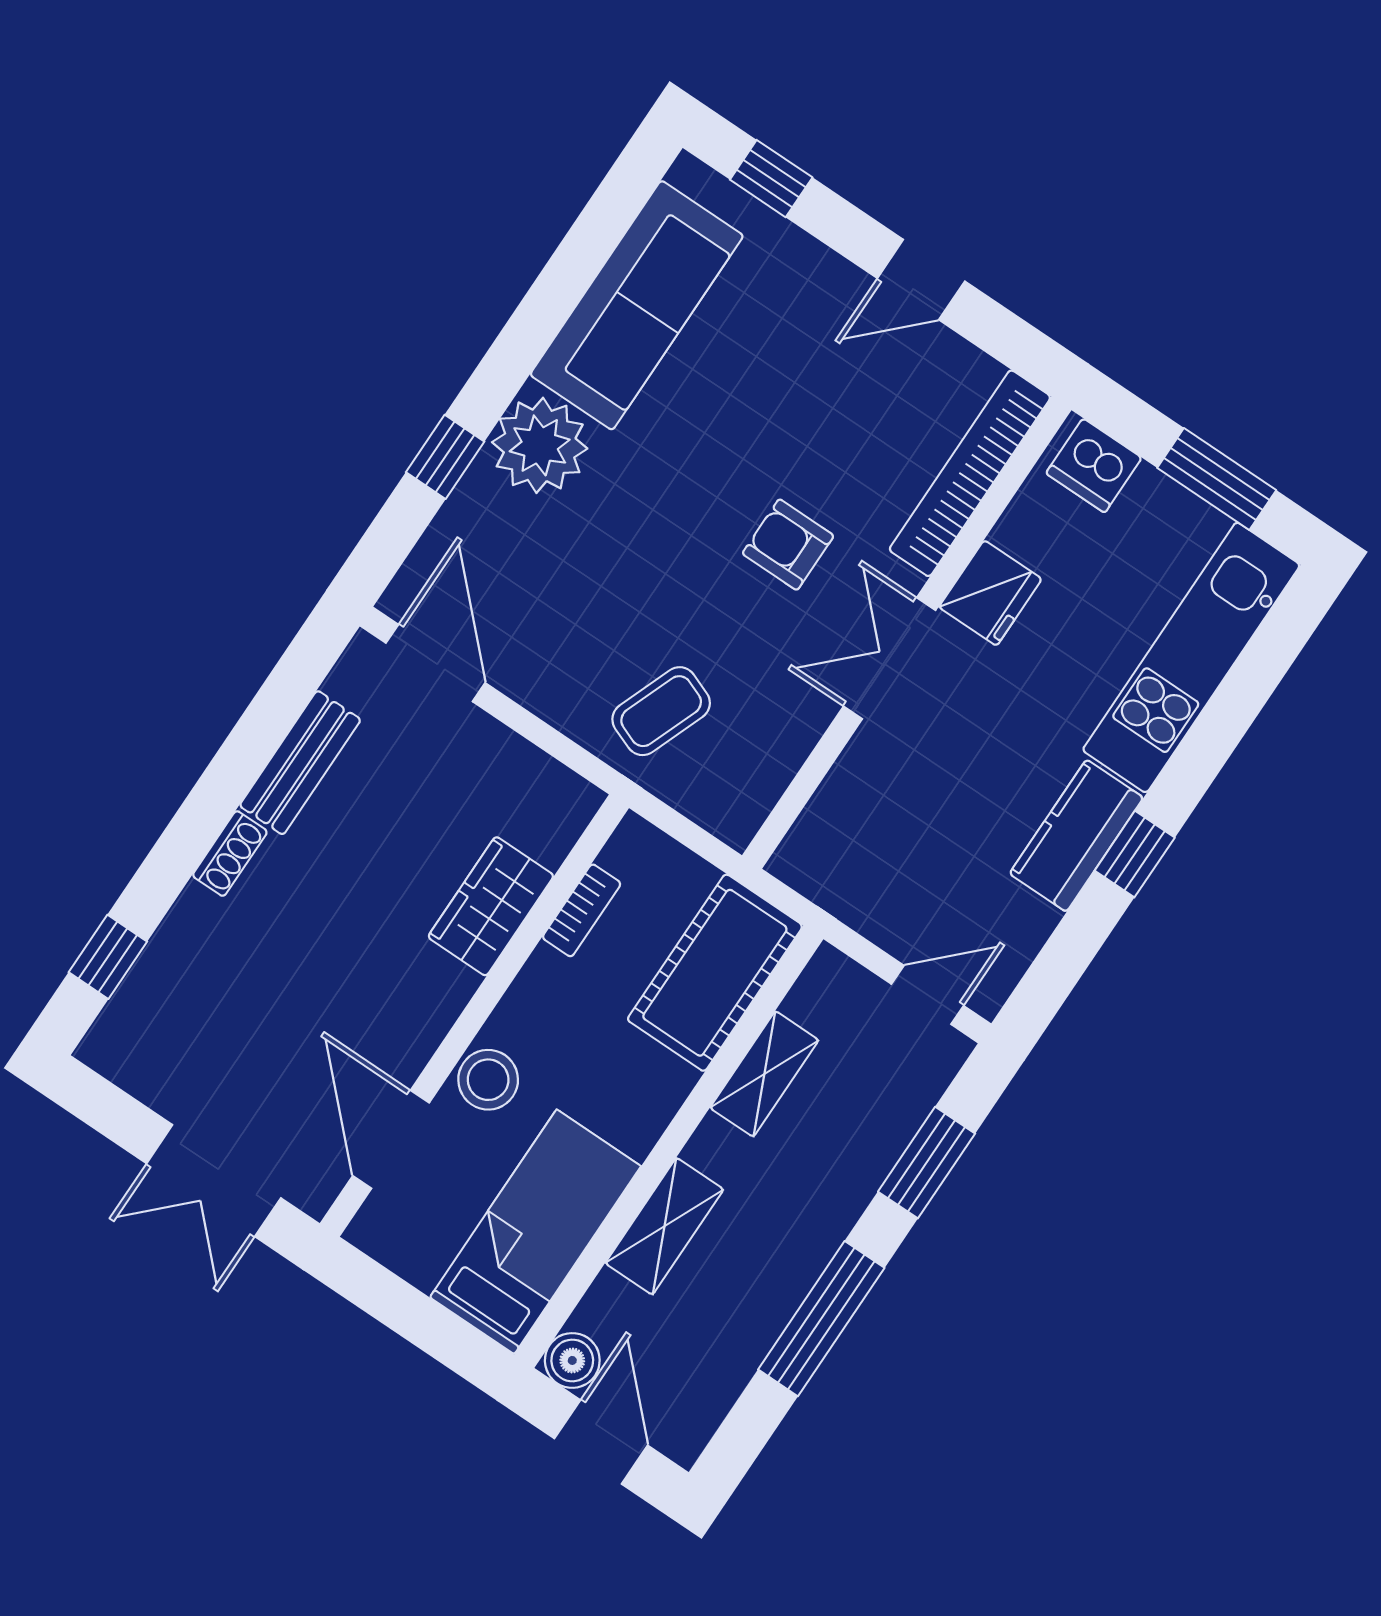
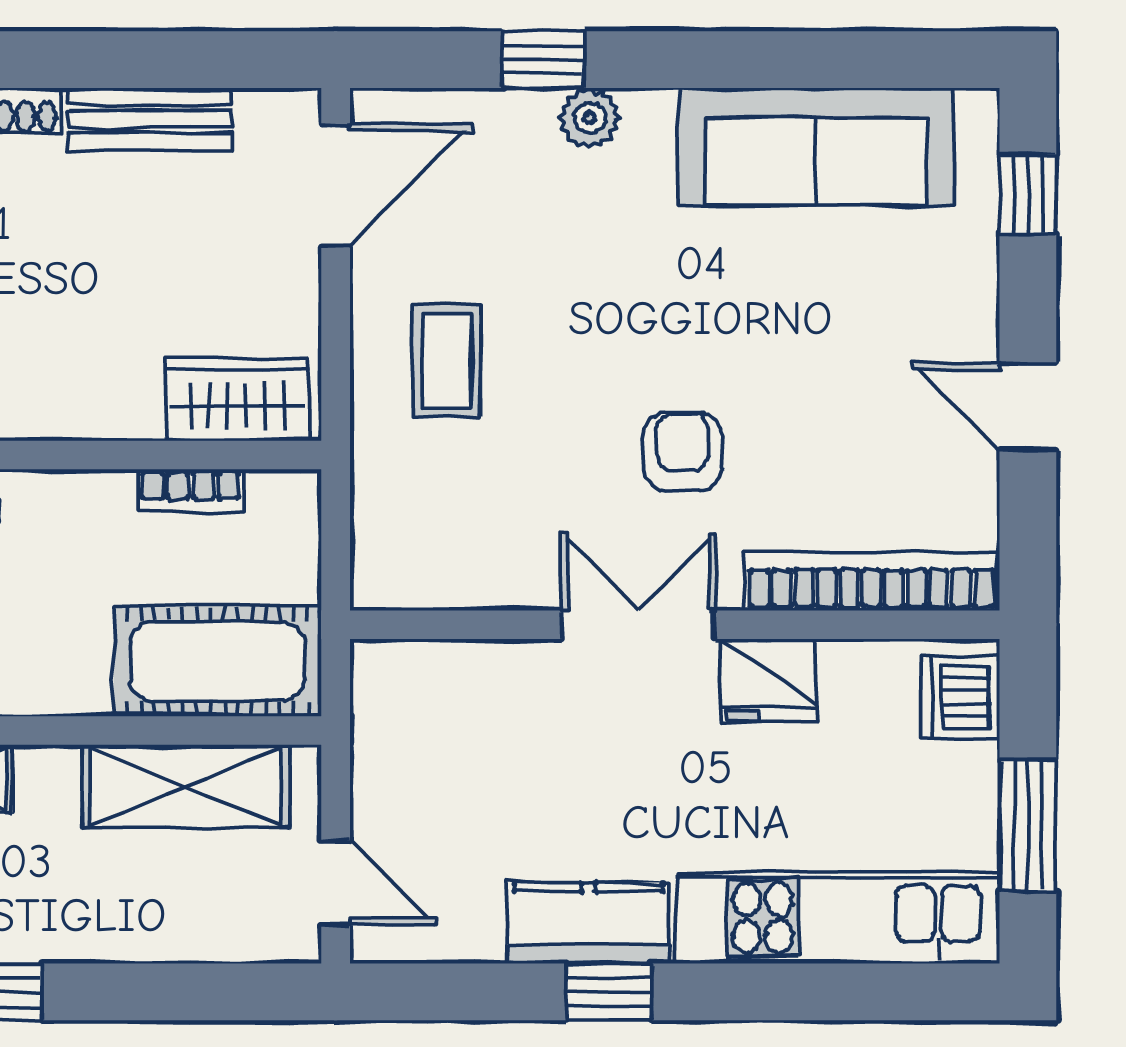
plant: (540, 445) -> (590, 118), width x0.53, depth x0.53
coffee table: (661, 711) -> (447, 361), moved, turned 69
wardrobe: (491, 906) -> (237, 399), moved
shelving: (764, 1074) -> (186, 786), width x1.50, depth x1.33
window: (927, 1163) -> (172, 992), removed

